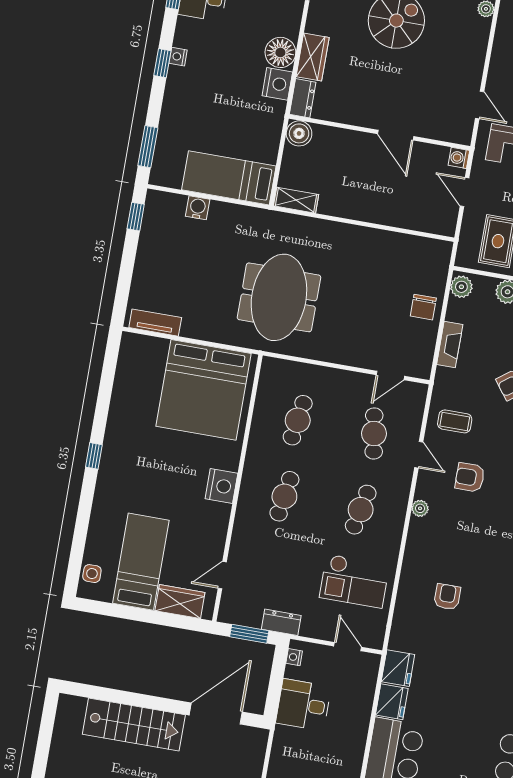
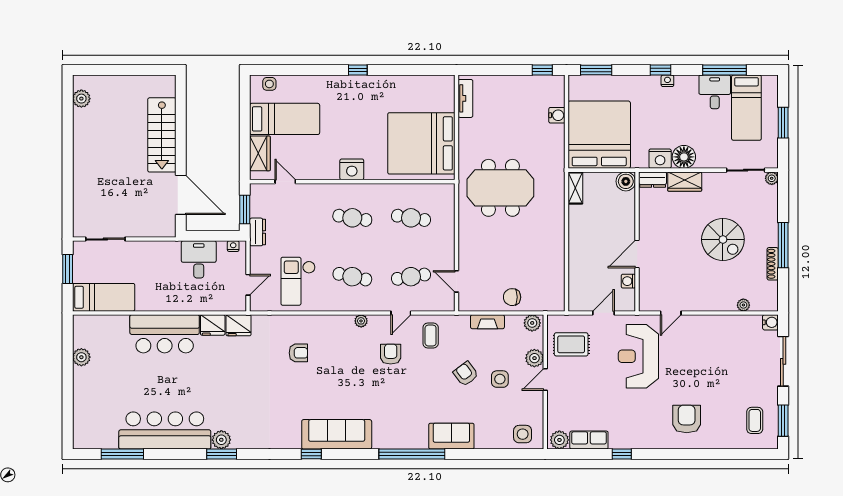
washing machine: (459, 158) -> (628, 281), moved, turned -90
bed: (229, 178) -> (599, 135), width x2.04

